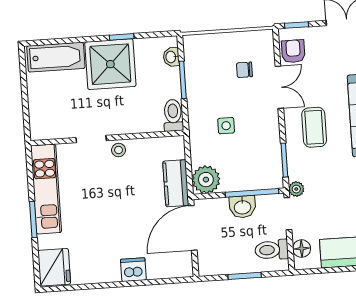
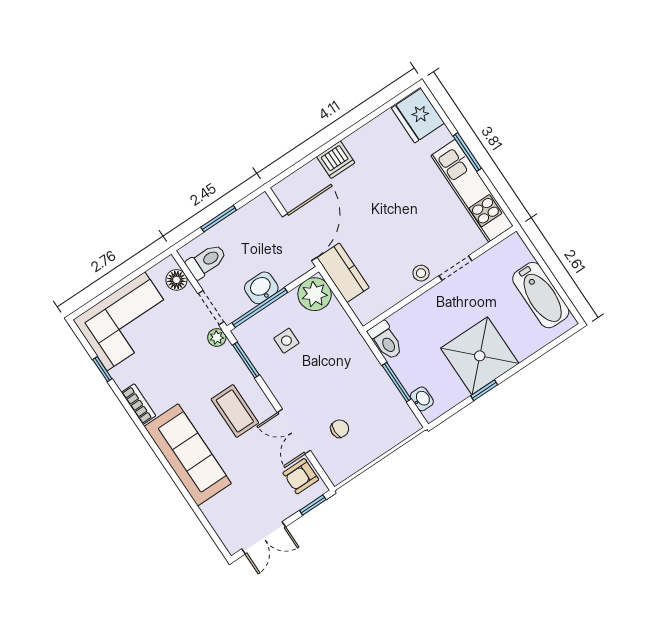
armchair: (293, 51) -> (301, 476), turned 90
bathtub: (56, 57) -> (541, 295), moved, turned -90
side table: (226, 126) -> (286, 341), moved

